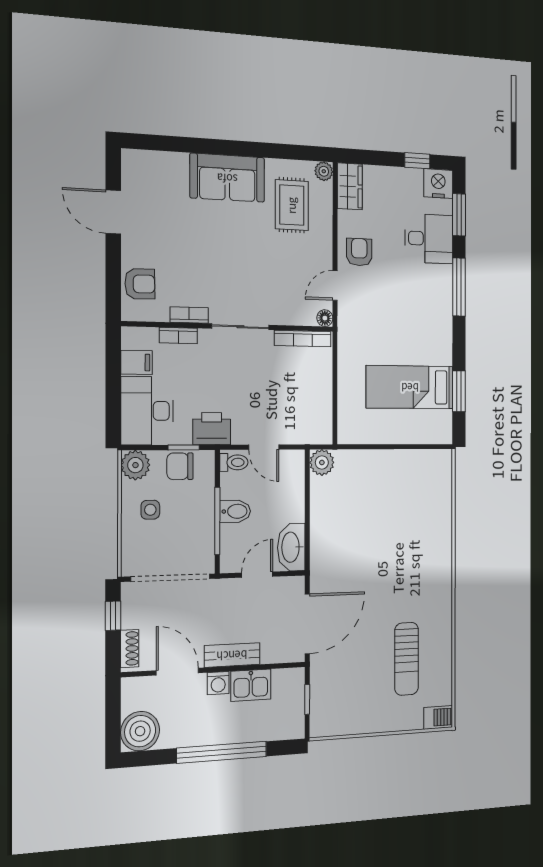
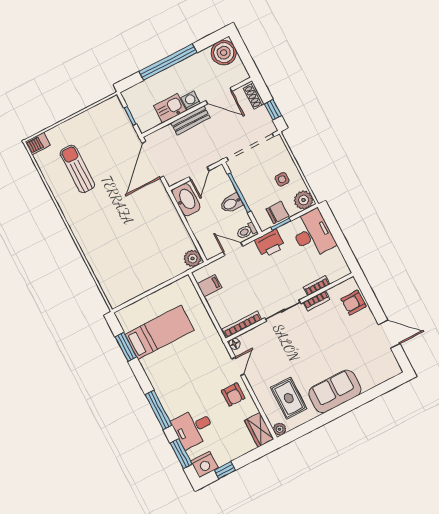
filing cabinet: (137, 362) -> (209, 286), moved, turned 180

